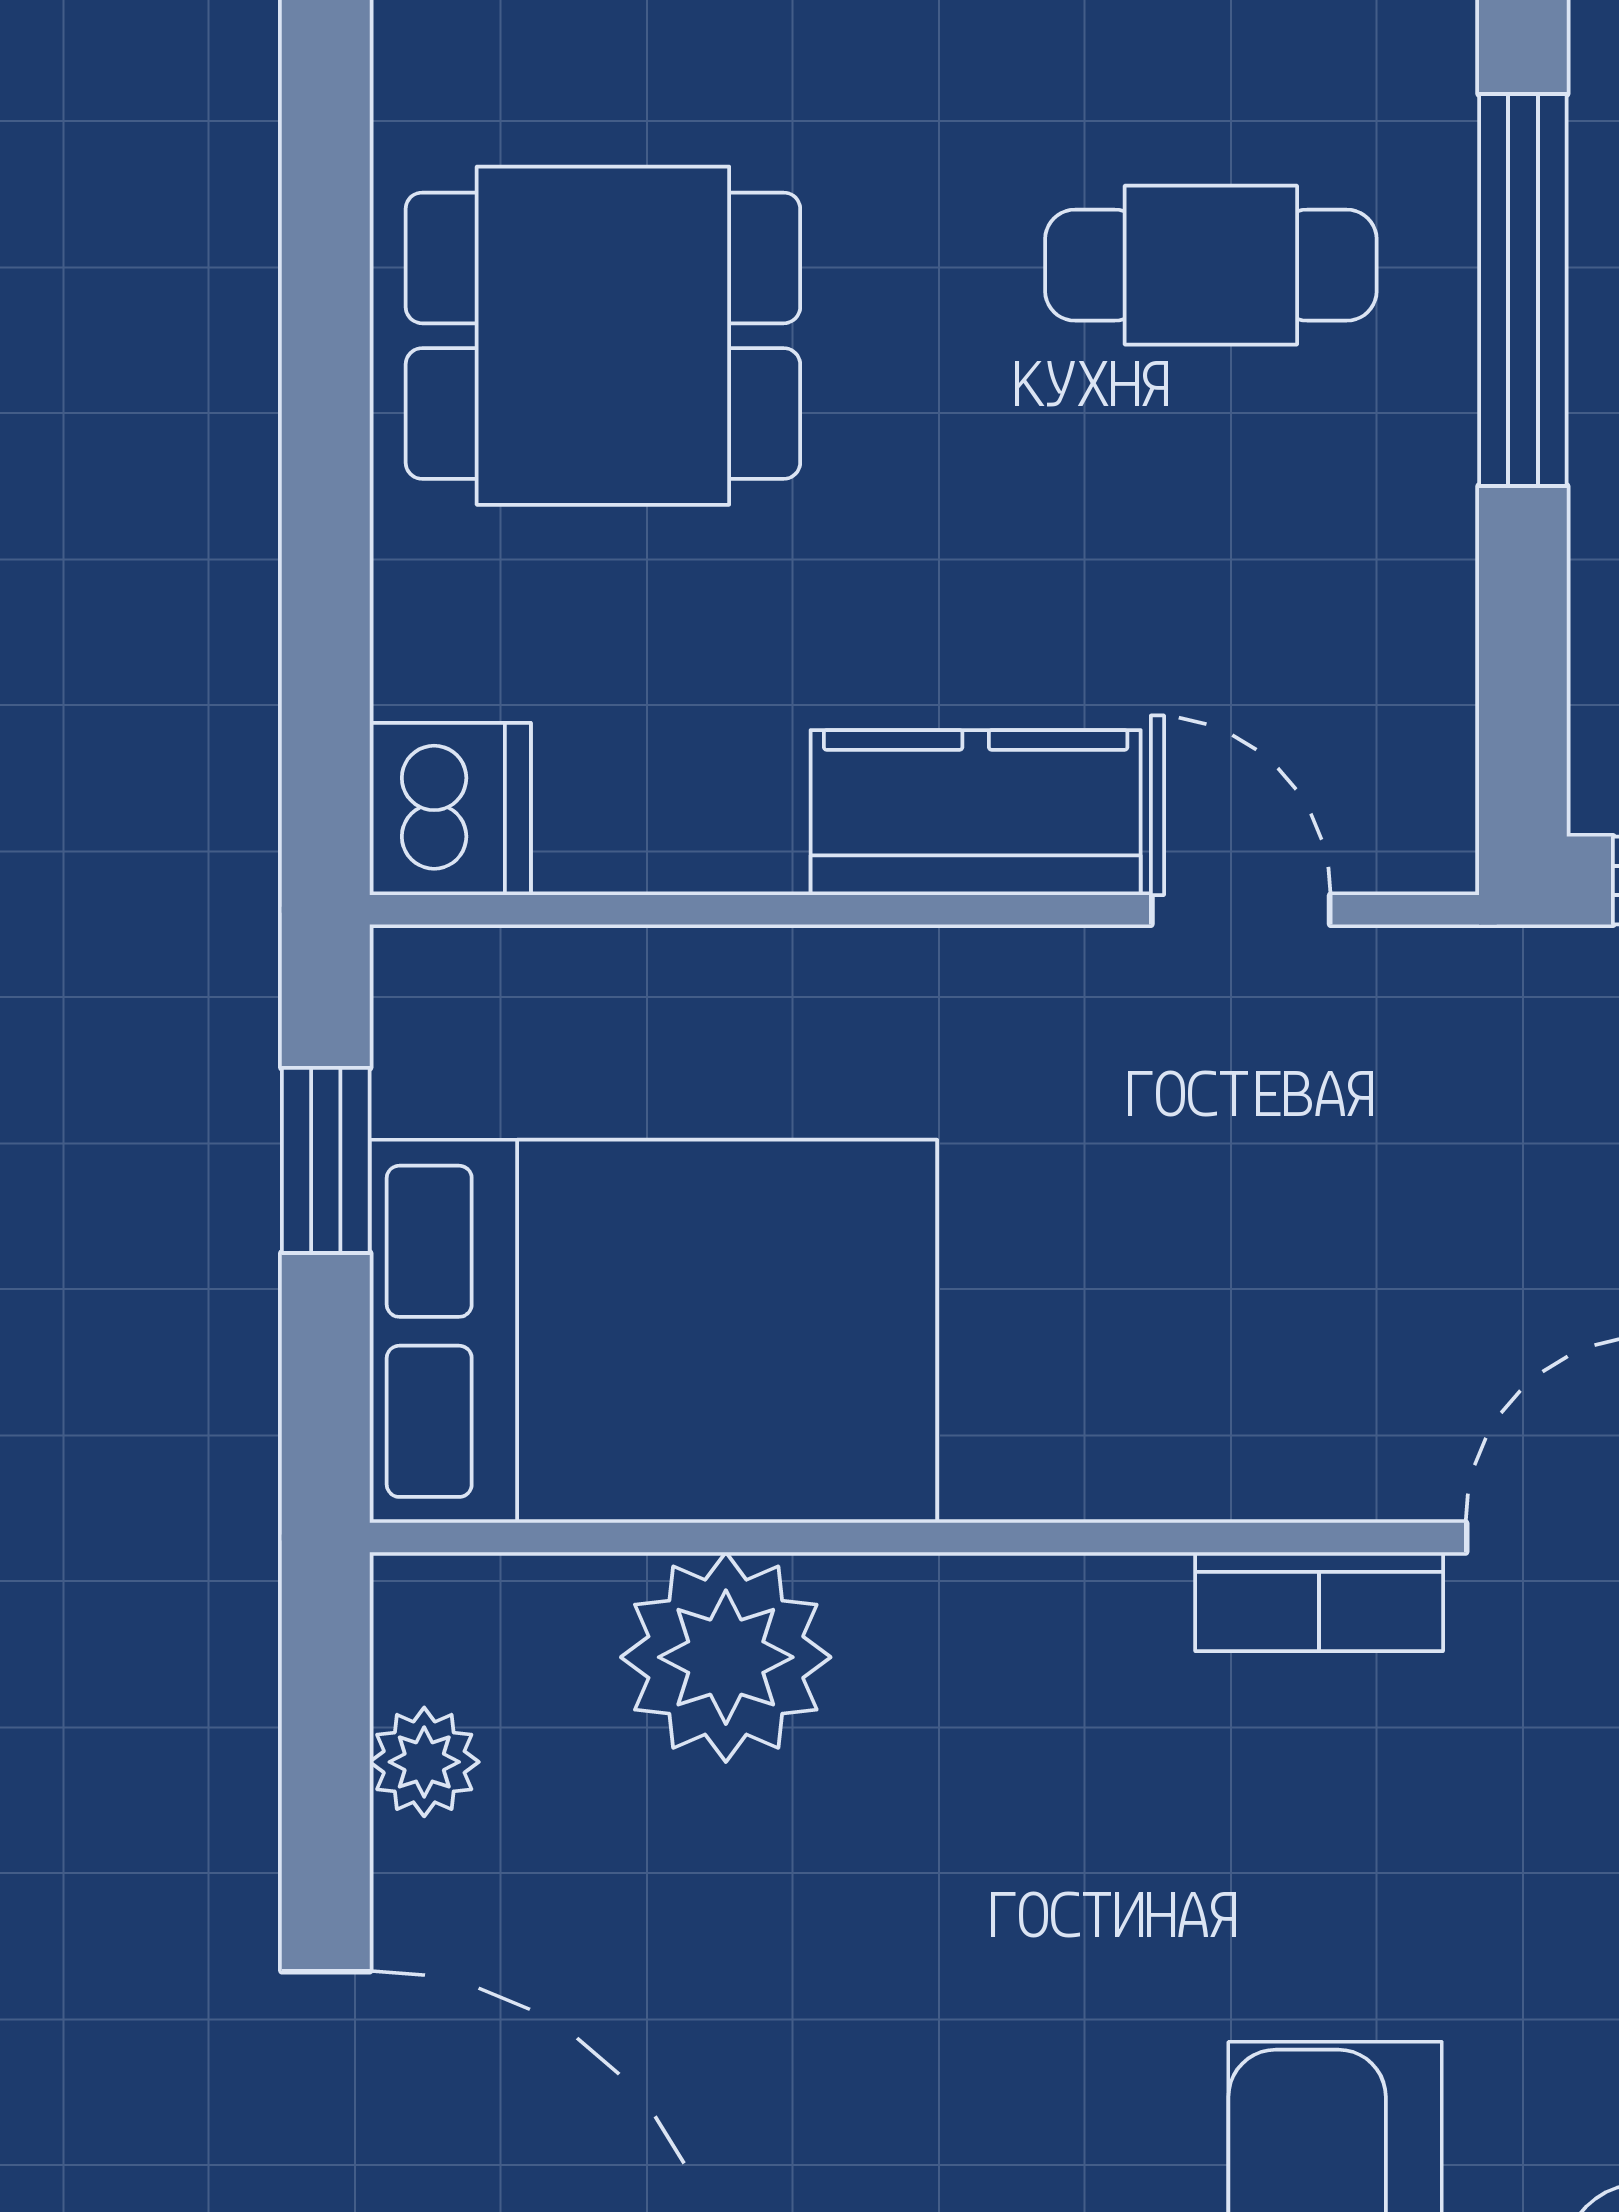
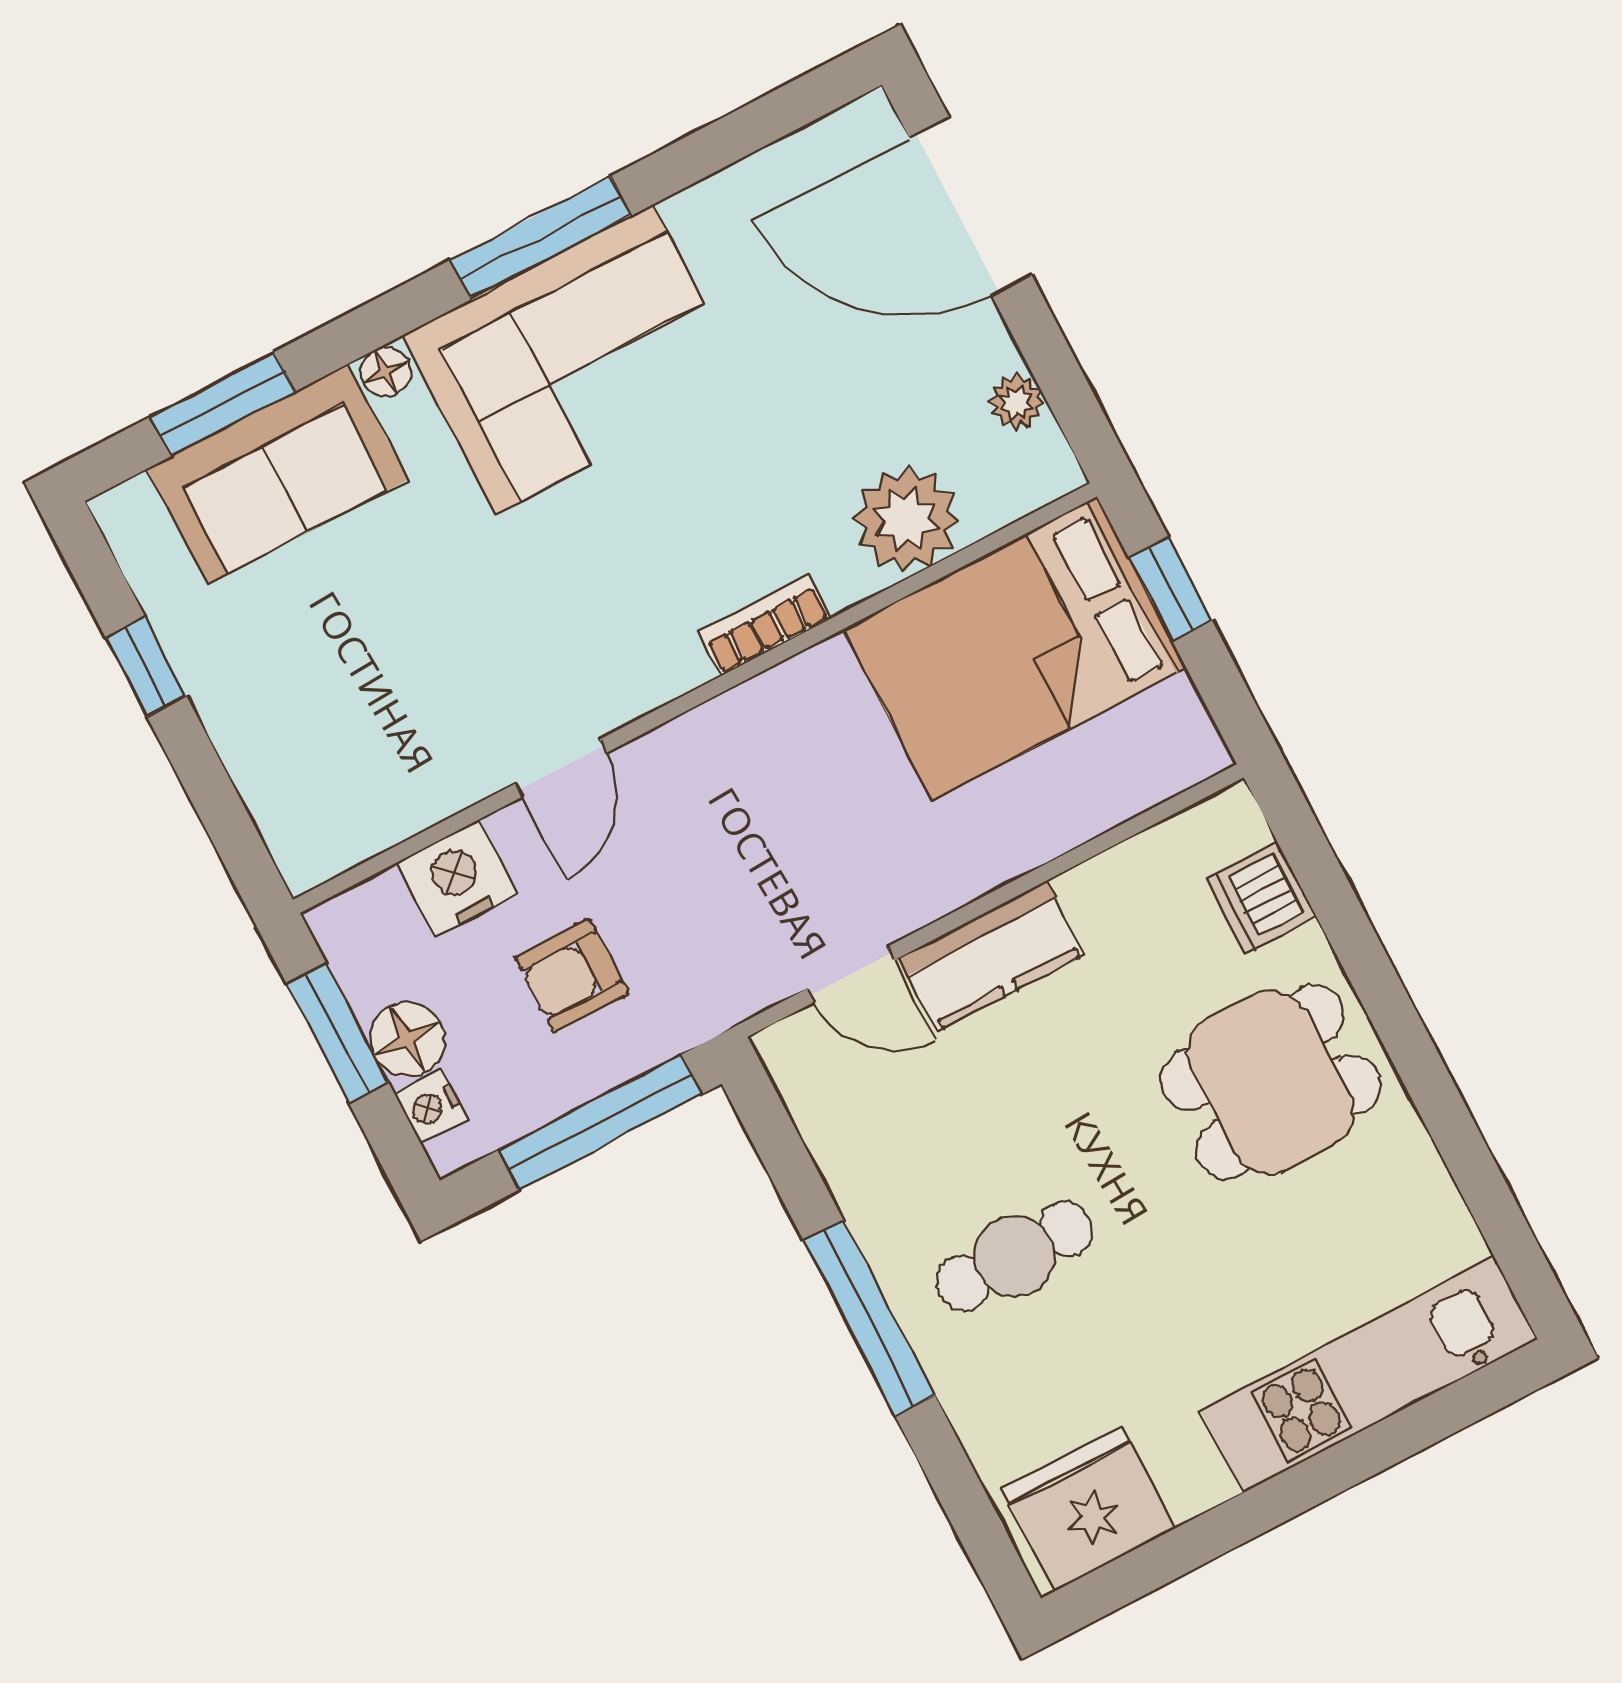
dishwasher: (450, 809) -> (1261, 898), moved
window: (326, 1160) -> (1170, 588), moved
bookcase: (1319, 1602) -> (765, 625), moved

